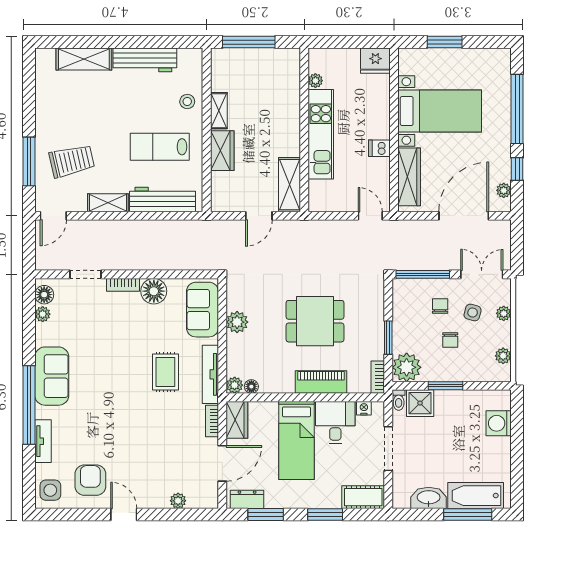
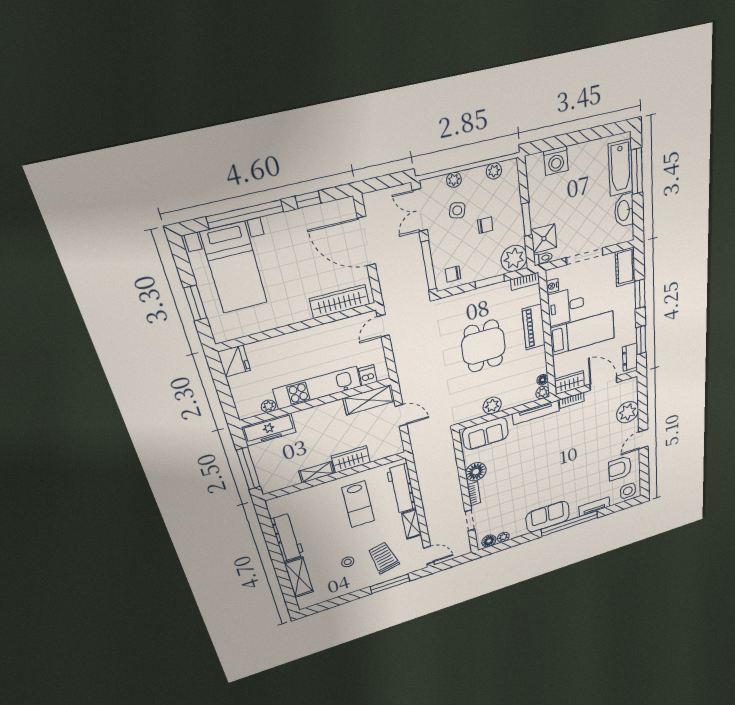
freezer: (288, 74) -> (269, 430), added
stool: (187, 102) -> (348, 562), moved
bed with nightstands: (440, 111) -> (234, 268), moved, turned 180
dishwasher: (379, 148) -> (368, 375), moved, turned 180
plant: (504, 190) -> (333, 208), removed
chair: (440, 306) -> (453, 274), moved
rug: (165, 372) -> (537, 444), removed
plant: (178, 501) -> (628, 412), width x1.87, depth x1.87

